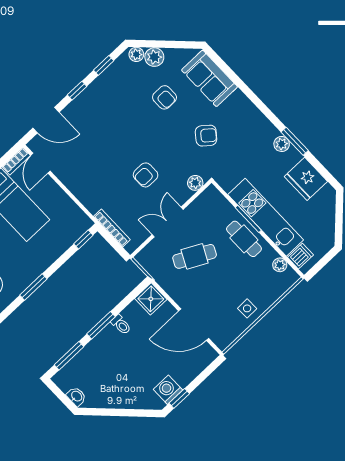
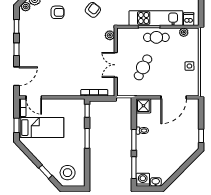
armchair: (146, 175) -> (85, 55), removed
window: (33, 287) -> (87, 138), moved
washing machine: (168, 390) -> (143, 180), moved, turned 90

